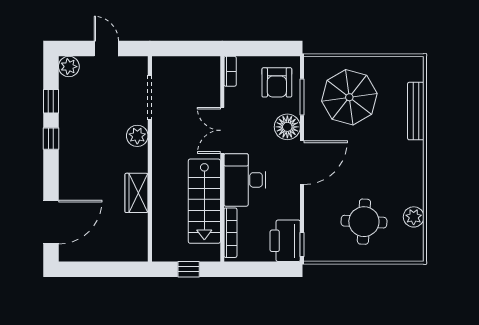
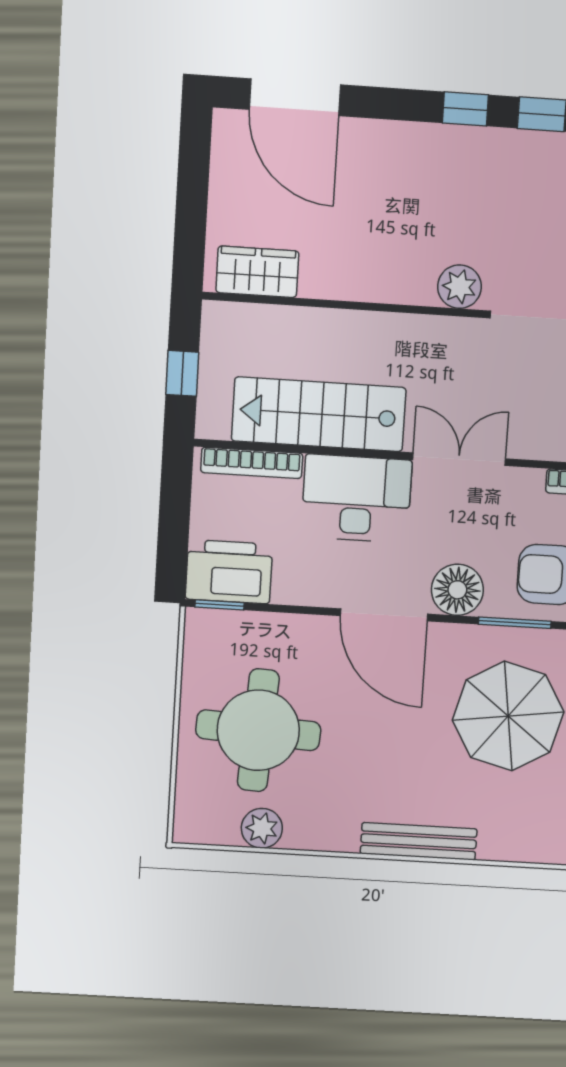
bench: (416, 111) -> (419, 841), moved
wardrobe: (137, 193) -> (257, 272), moved
round table: (364, 222) -> (258, 730), width x1.36, depth x1.36

